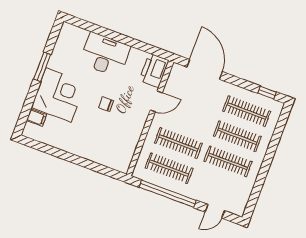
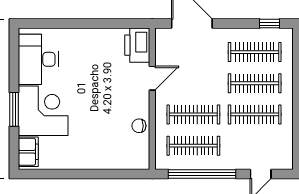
desk: (105, 55) -> (38, 59), moved, turned -90
window: (42, 67) -> (14, 109), moved
chair: (106, 104) -> (139, 126), moved
filing cabinet: (36, 118) -> (28, 152), width x2.00

